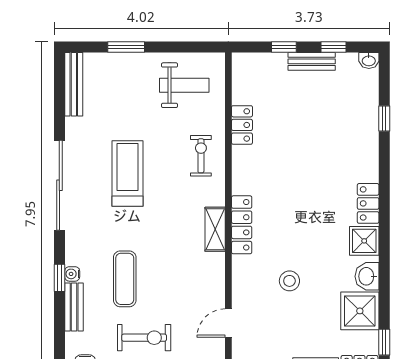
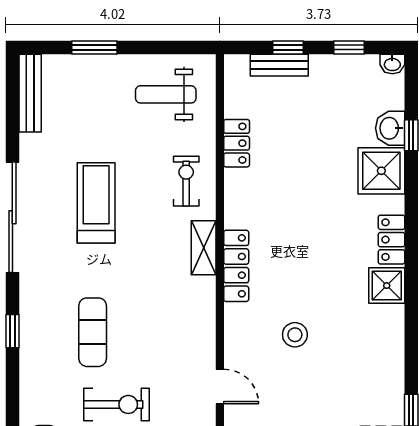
bench: (312, 61) -> (279, 65), moved
weight bench: (184, 85) -> (166, 94), turned 180
shelving: (215, 229) -> (204, 248), moved
water cooler: (72, 274) -> (28, 326), removed
washbasin: (367, 276) -> (390, 128), moved
bench: (74, 307) -> (30, 367), removed
shower: (360, 311) -> (381, 171), moved
door: (228, 323) -> (220, 386), swing flipped

